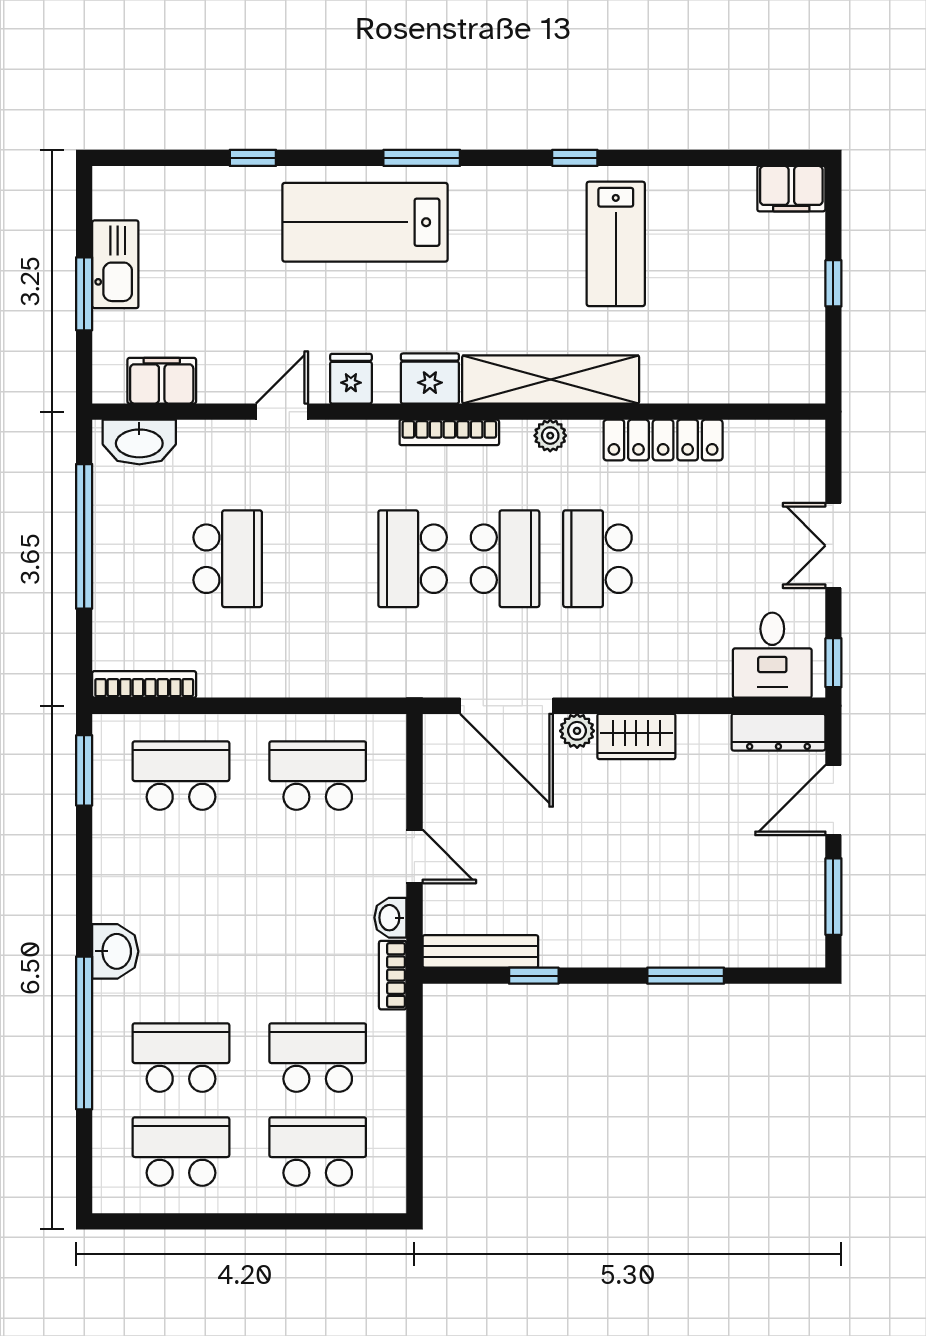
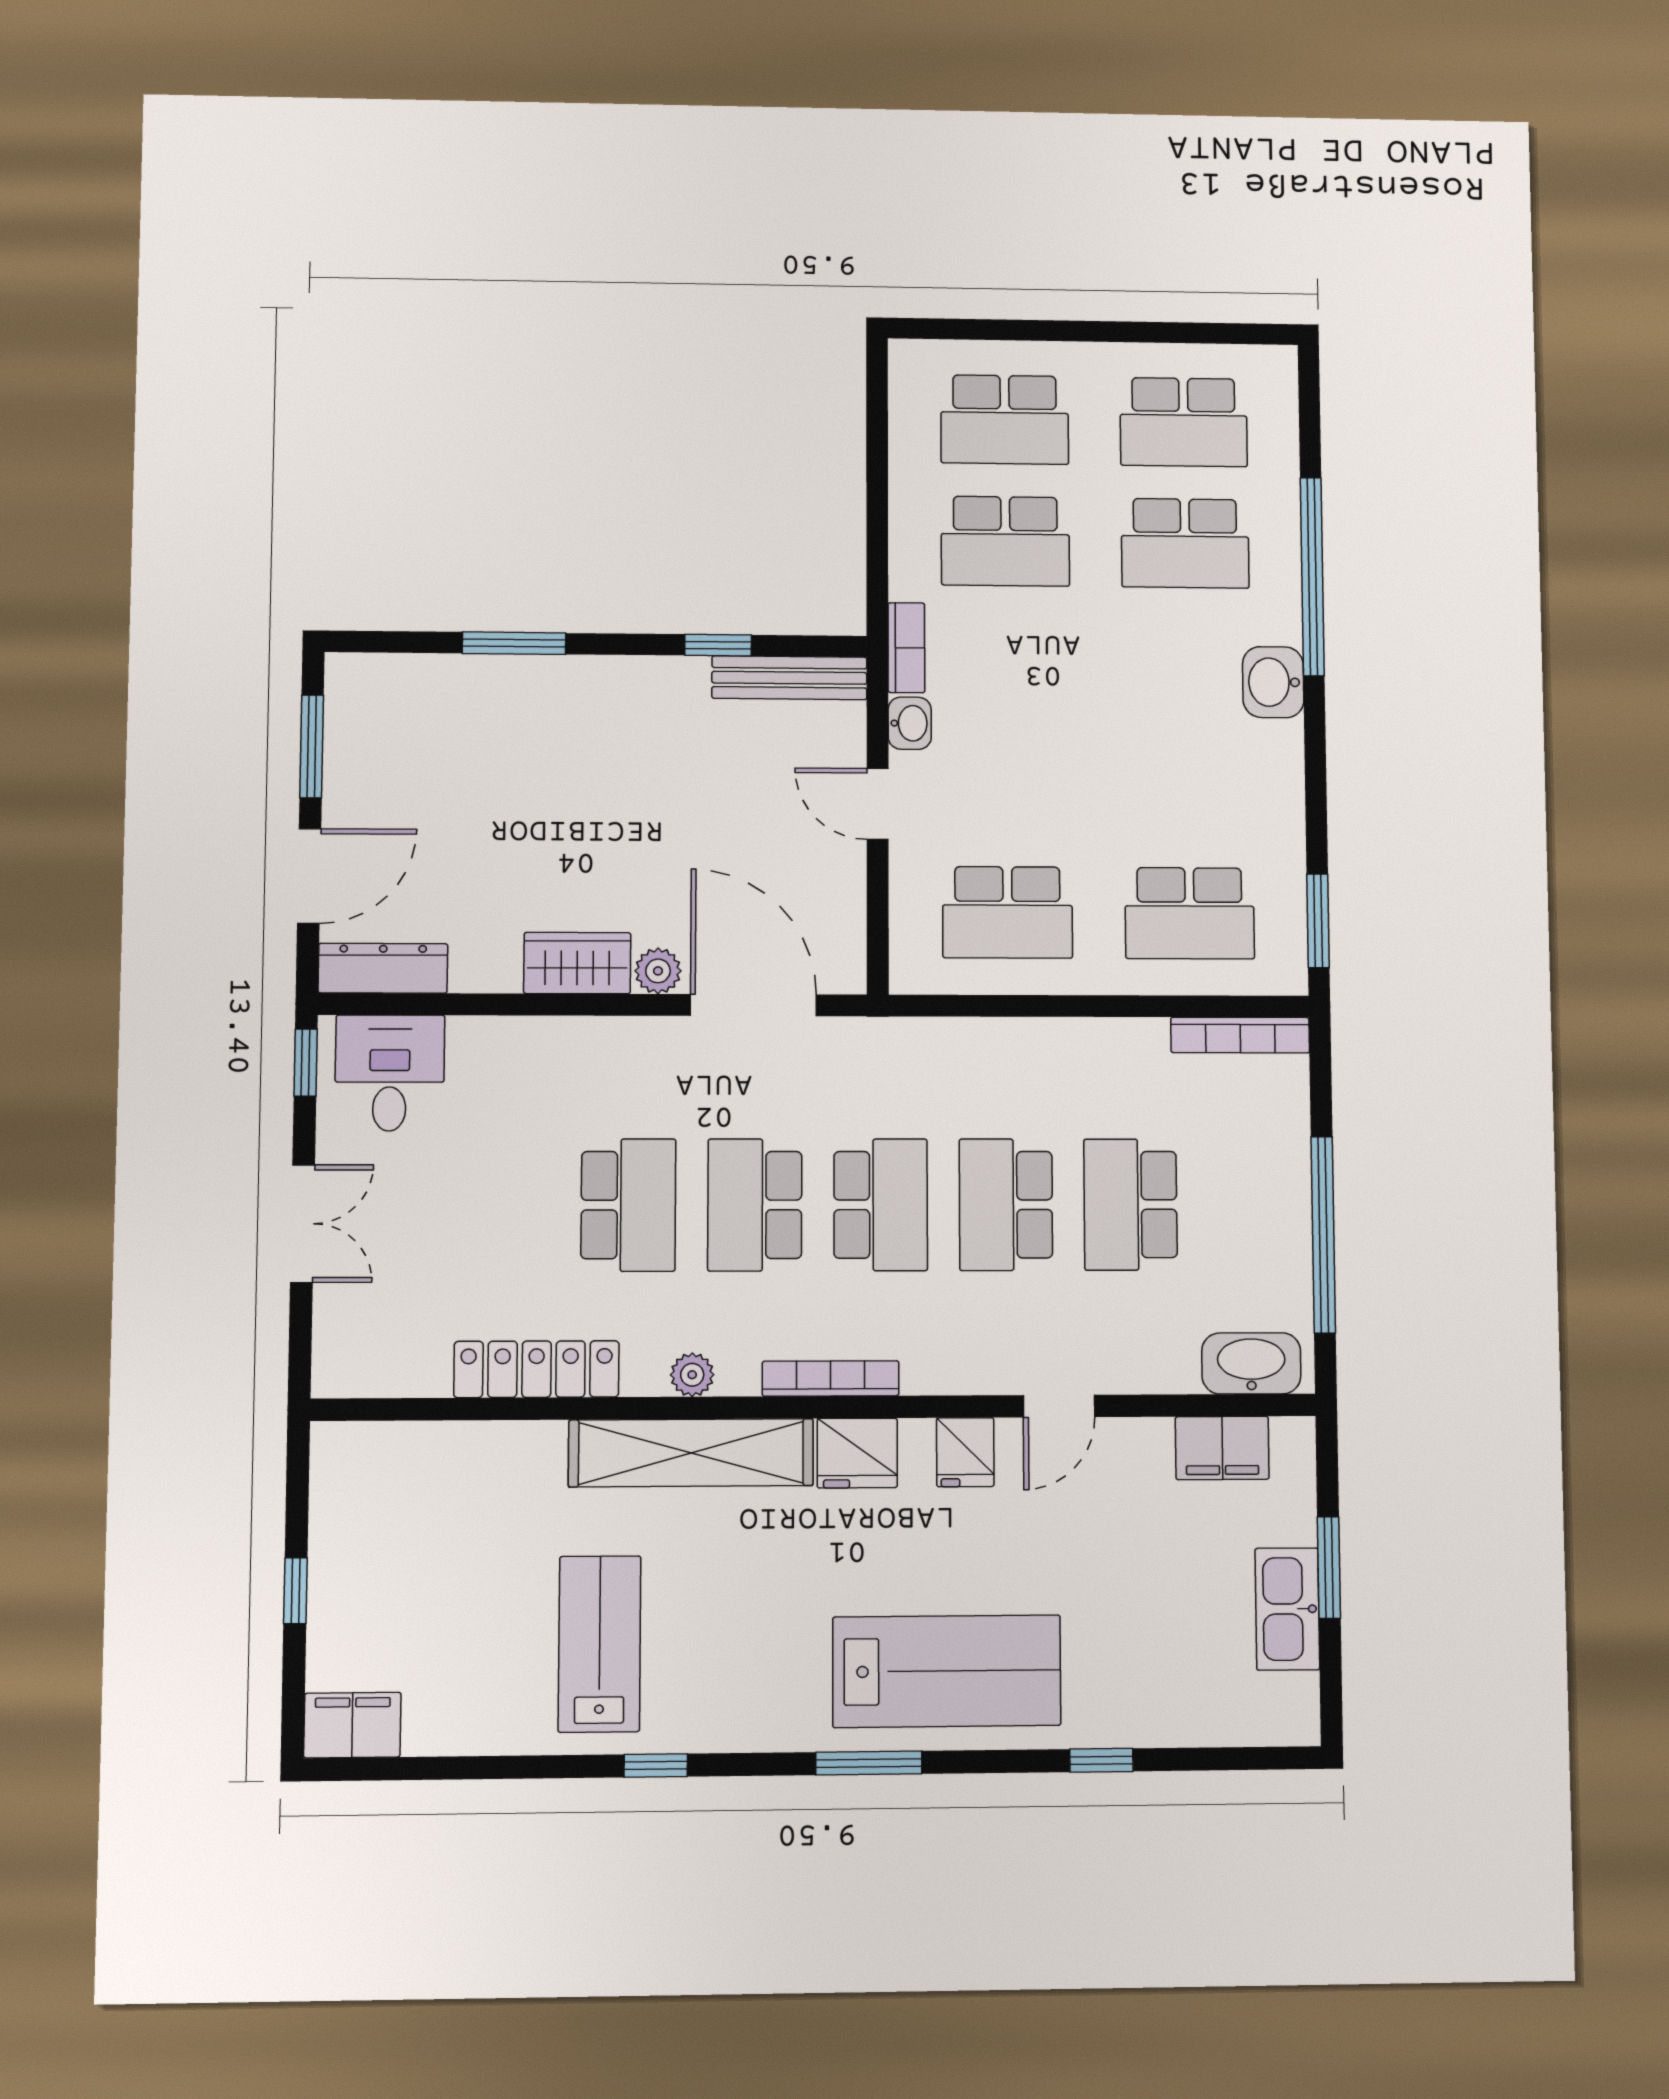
school desk: (320, 559) -> (1006, 1205), added

